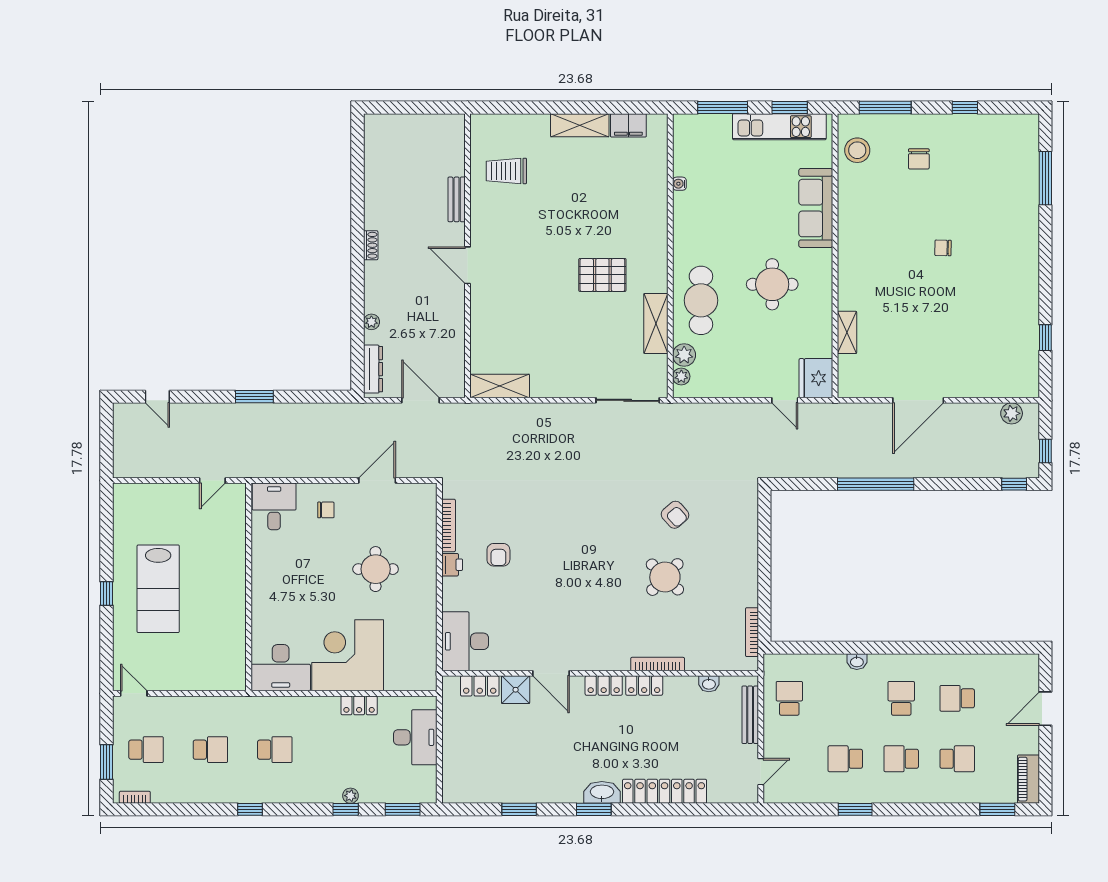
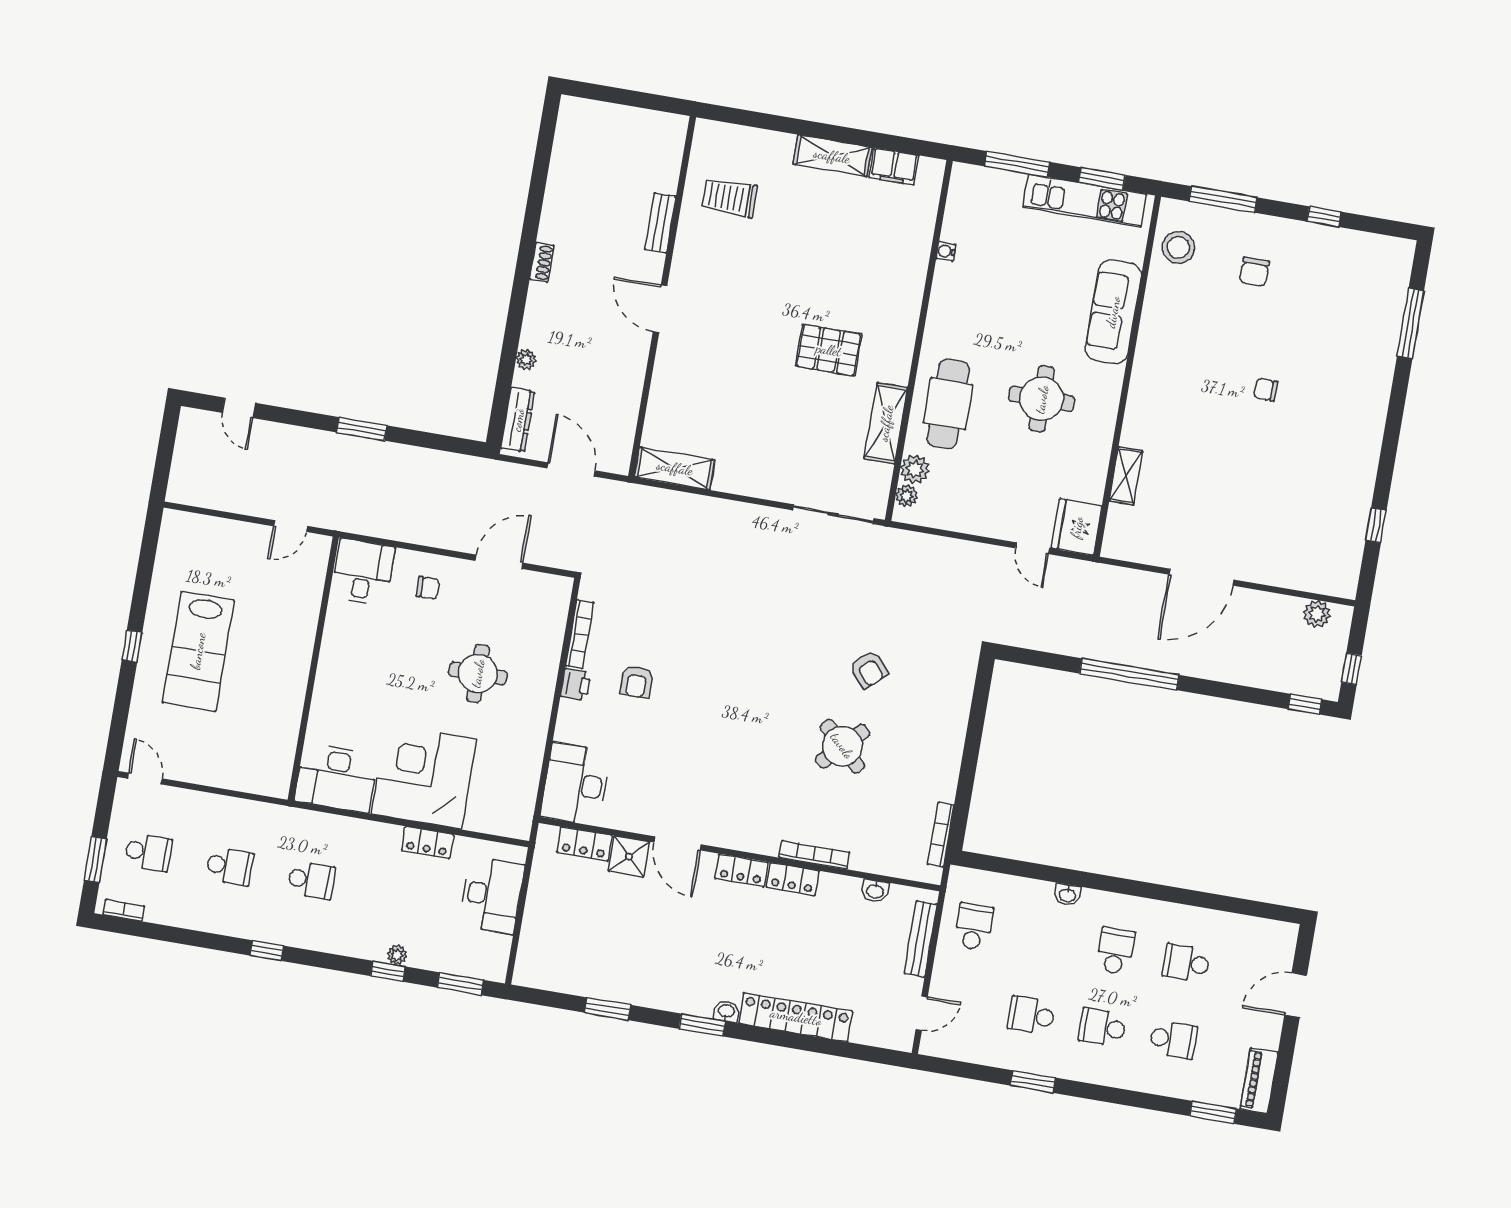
washbasin: (602, 792) -> (726, 1011), width x0.52, depth x0.69

